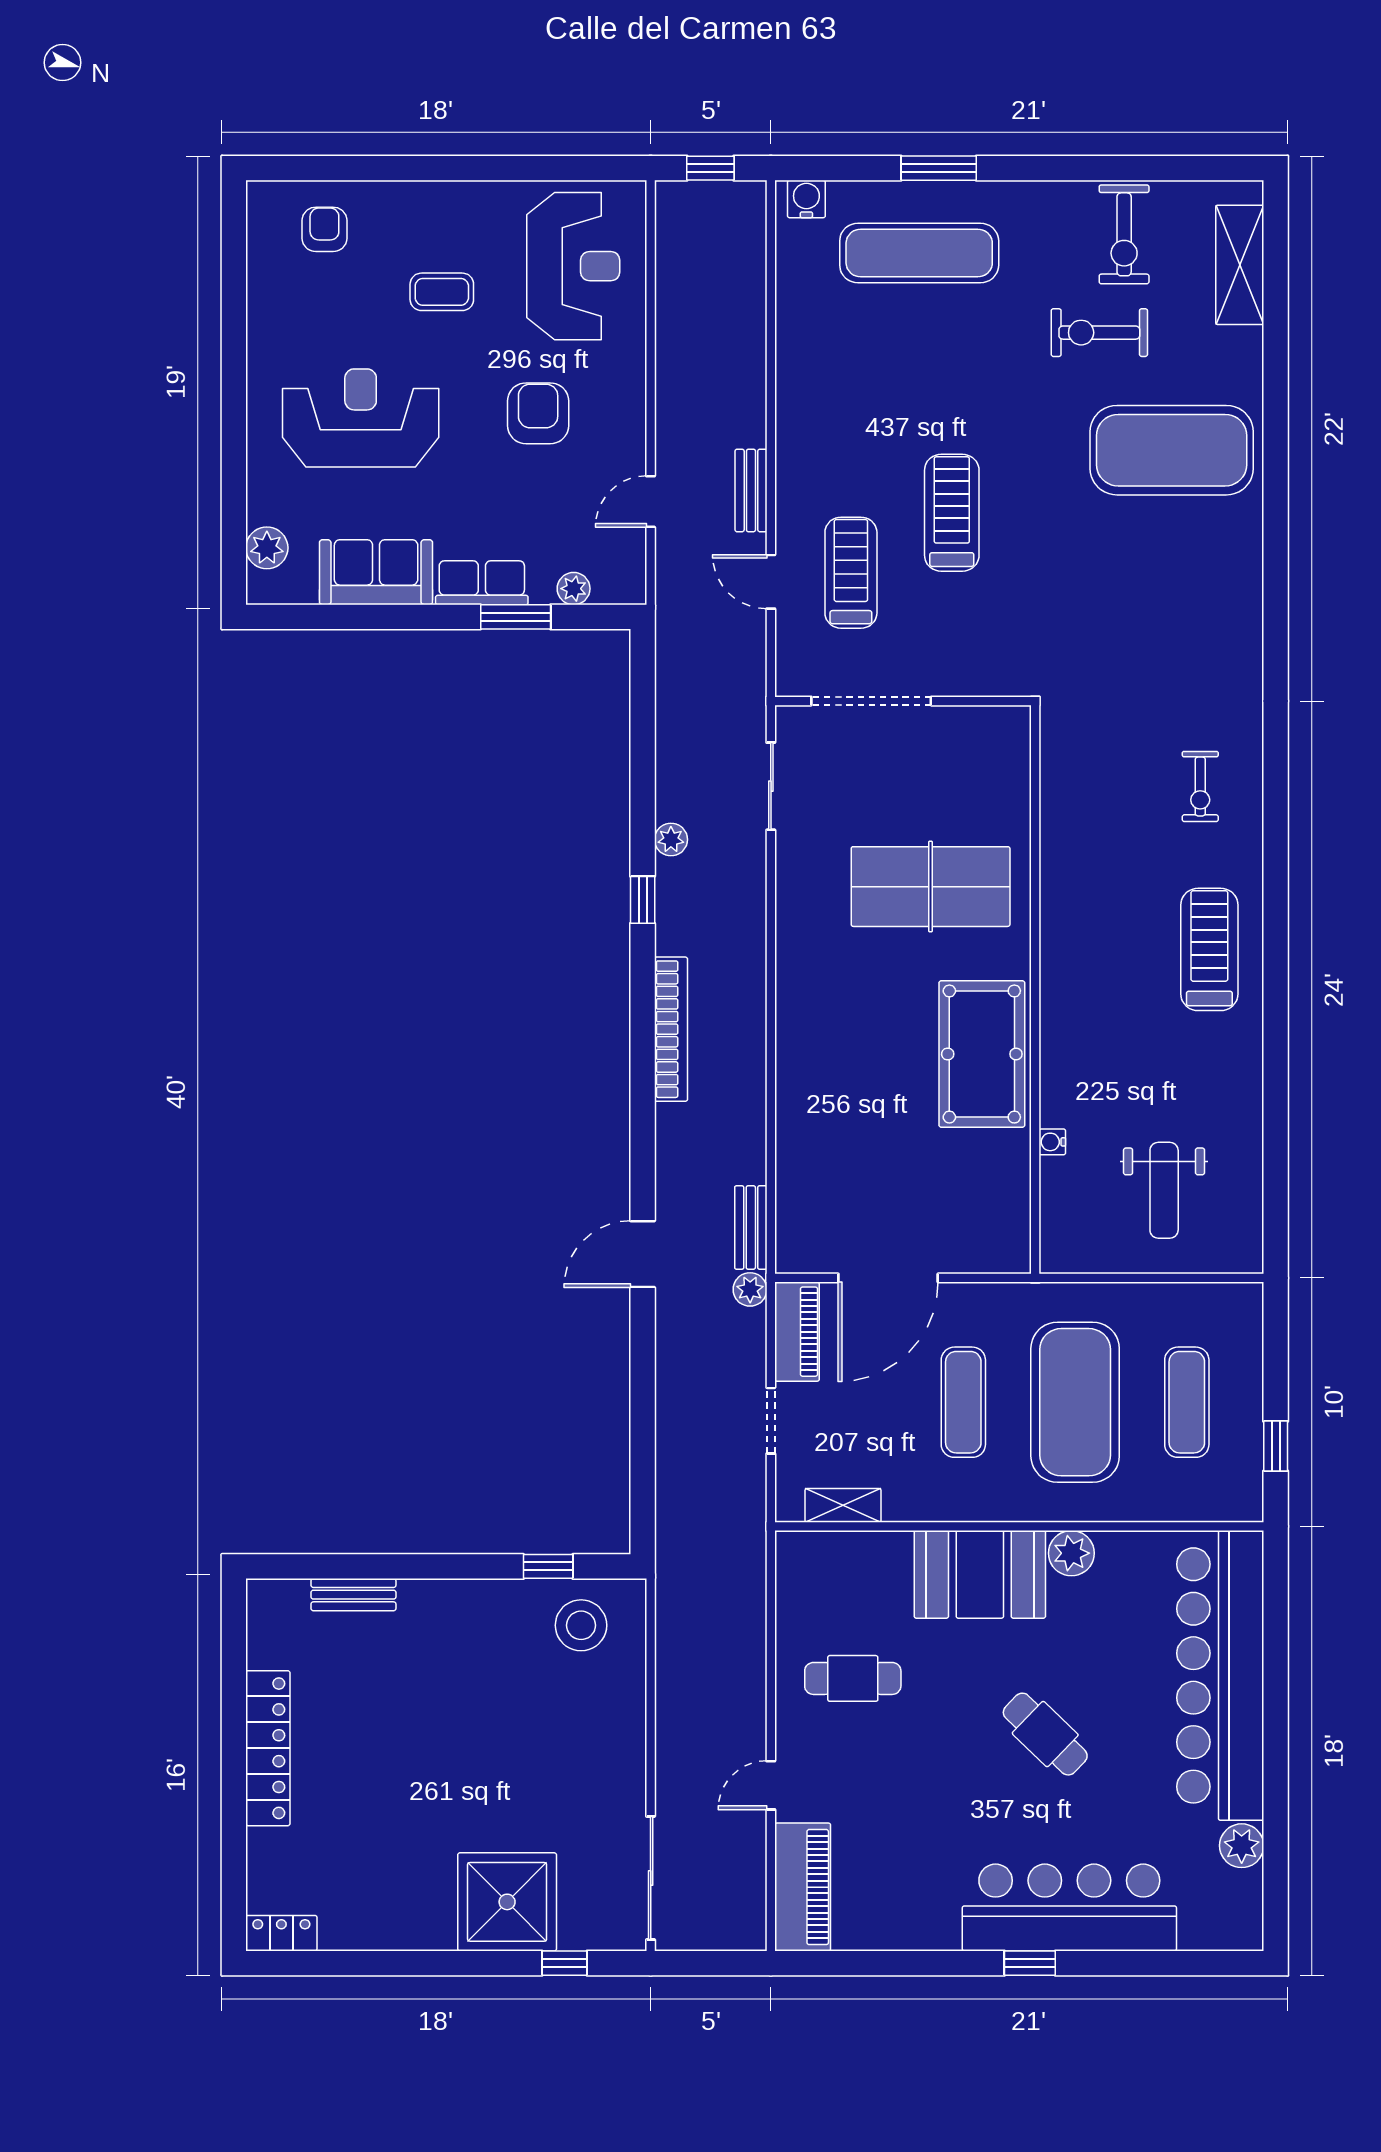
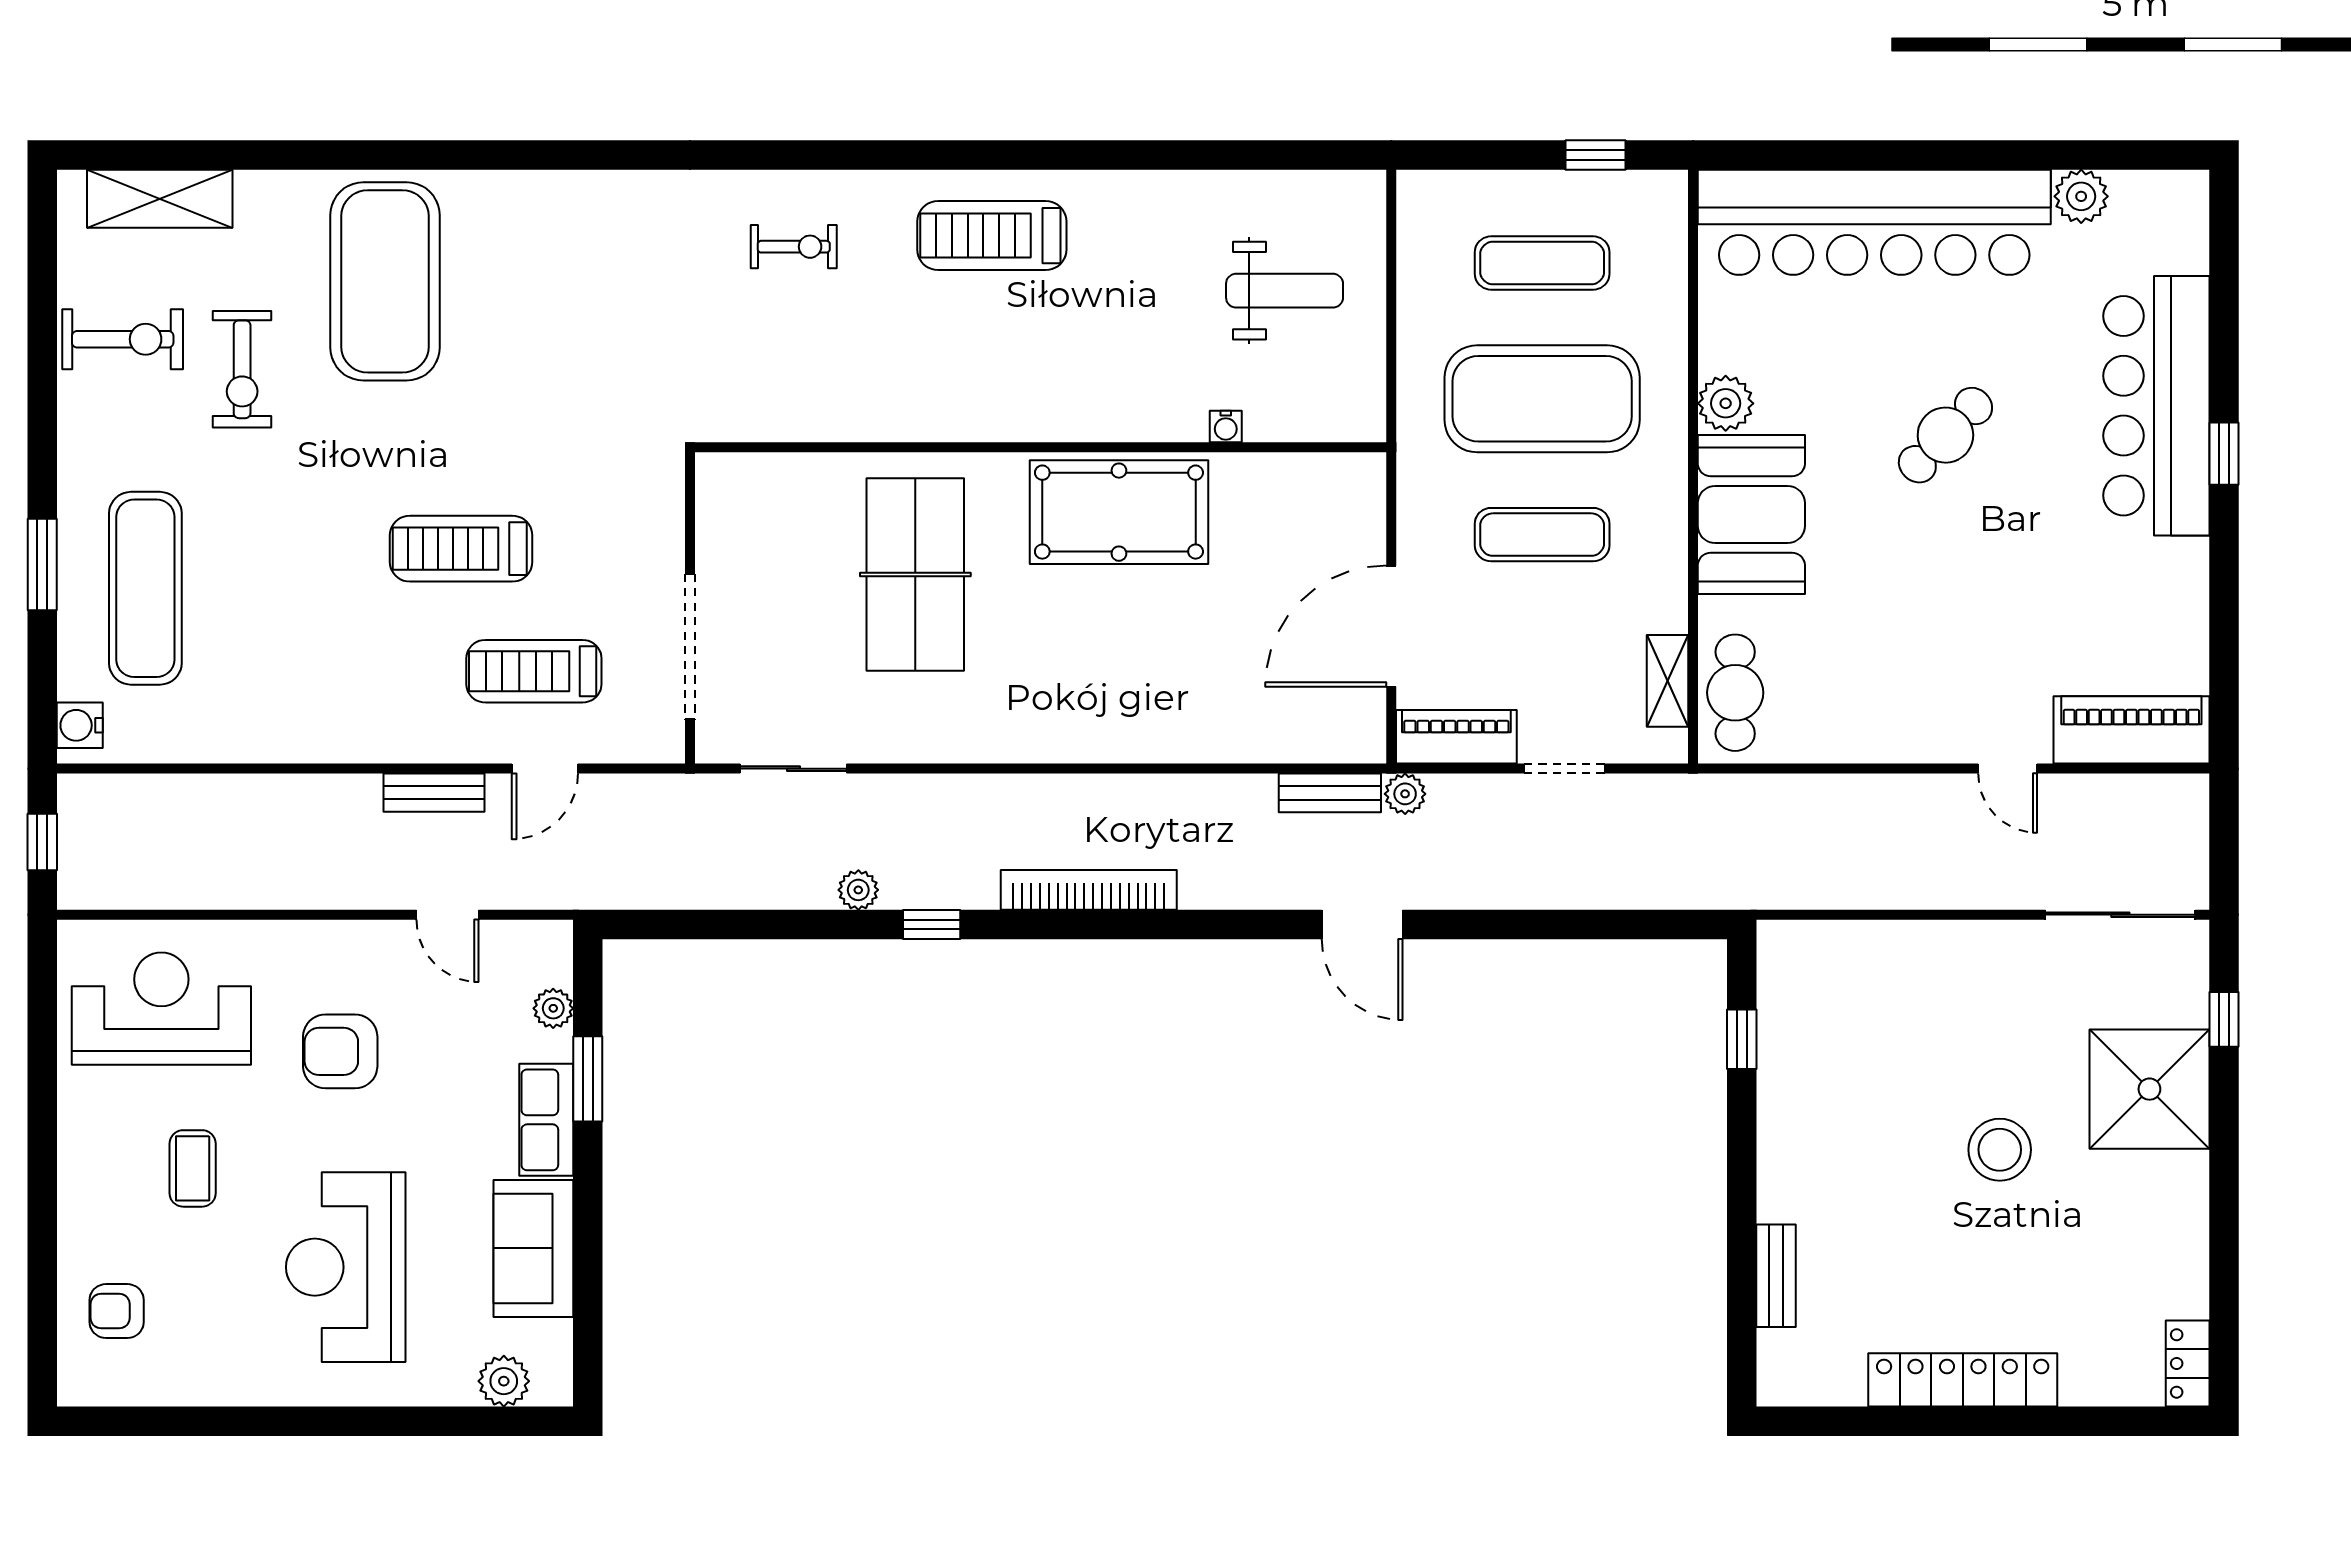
door: (888, 1278) -> (1391, 626), swing flipped
stool: (581, 1625) -> (2000, 1150), moved
cafe table: (853, 1678) -> (1735, 693), moved

